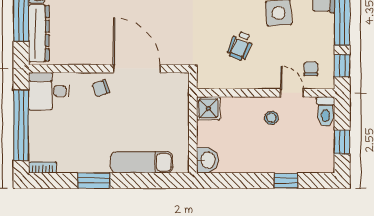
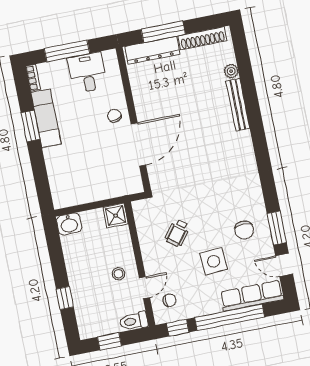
wheelchair: (240, 46) -> (177, 233), turned -74
desk: (49, 91) -> (87, 73), moved
window: (21, 125) -> (67, 51), width x0.68
exam couch: (142, 162) -> (46, 118), moved

